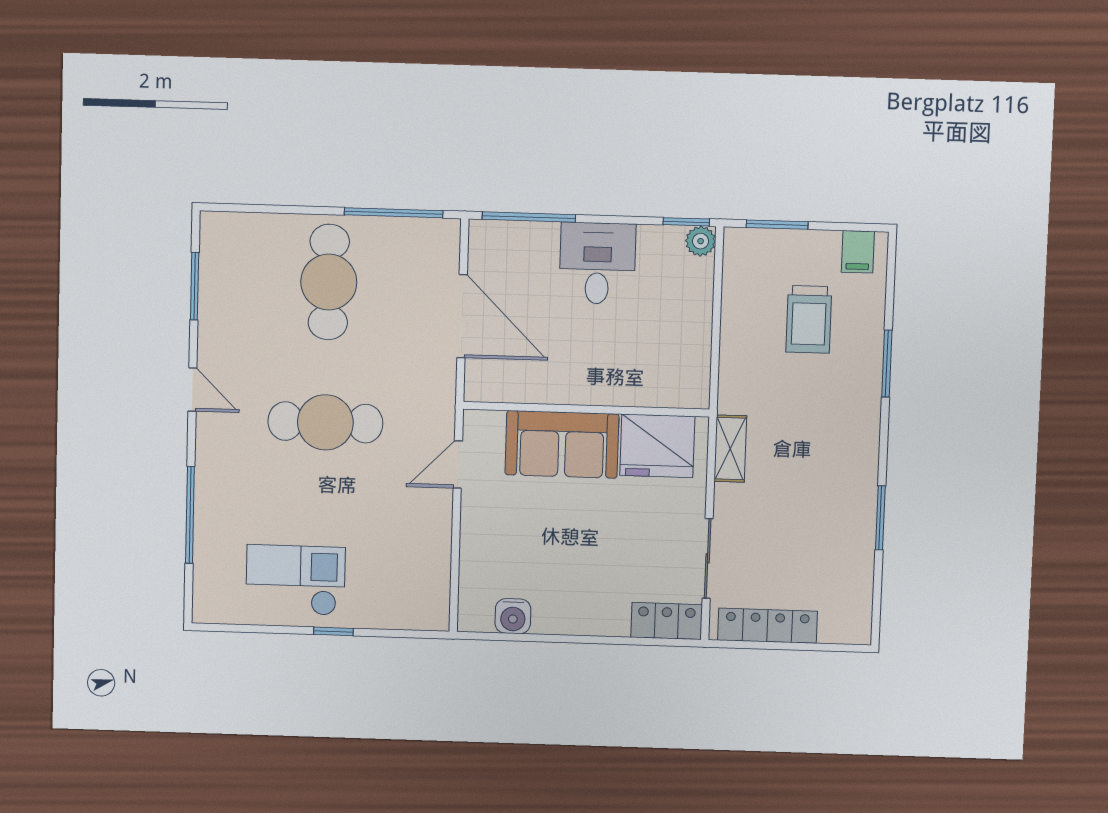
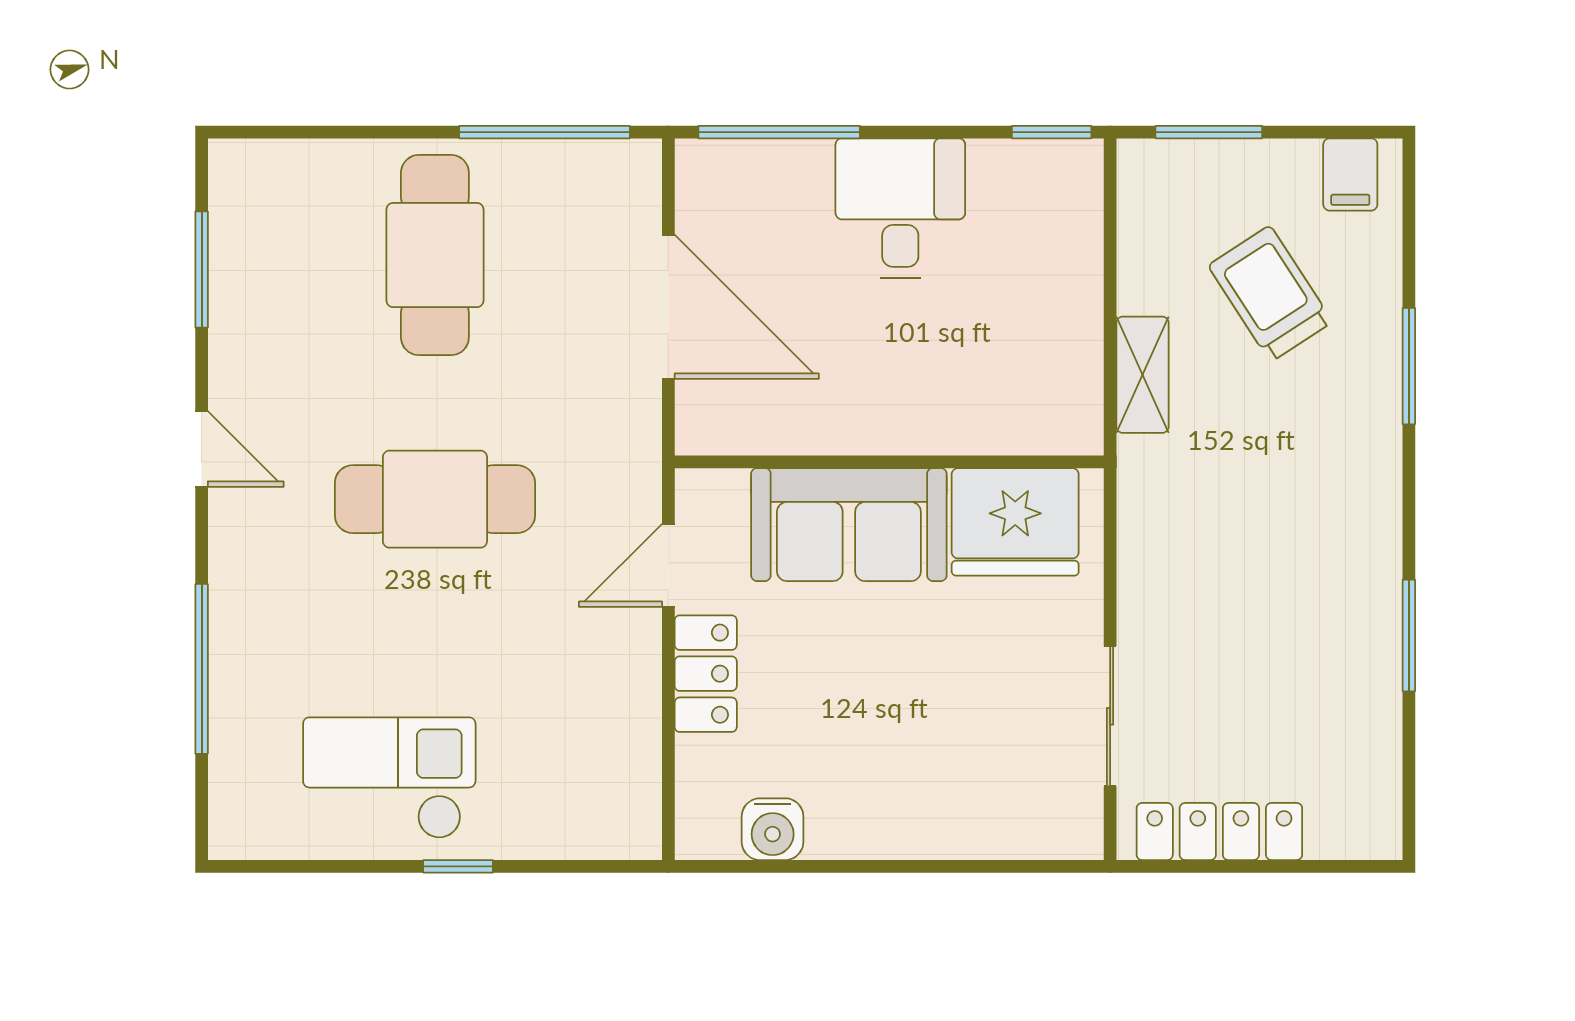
plant: (701, 241) -> (1078, 164), removed
trolley: (809, 319) -> (1270, 294), turned 147
shelving: (730, 449) -> (1143, 375), moved
locker: (667, 621) -> (706, 674), moved, turned 90

